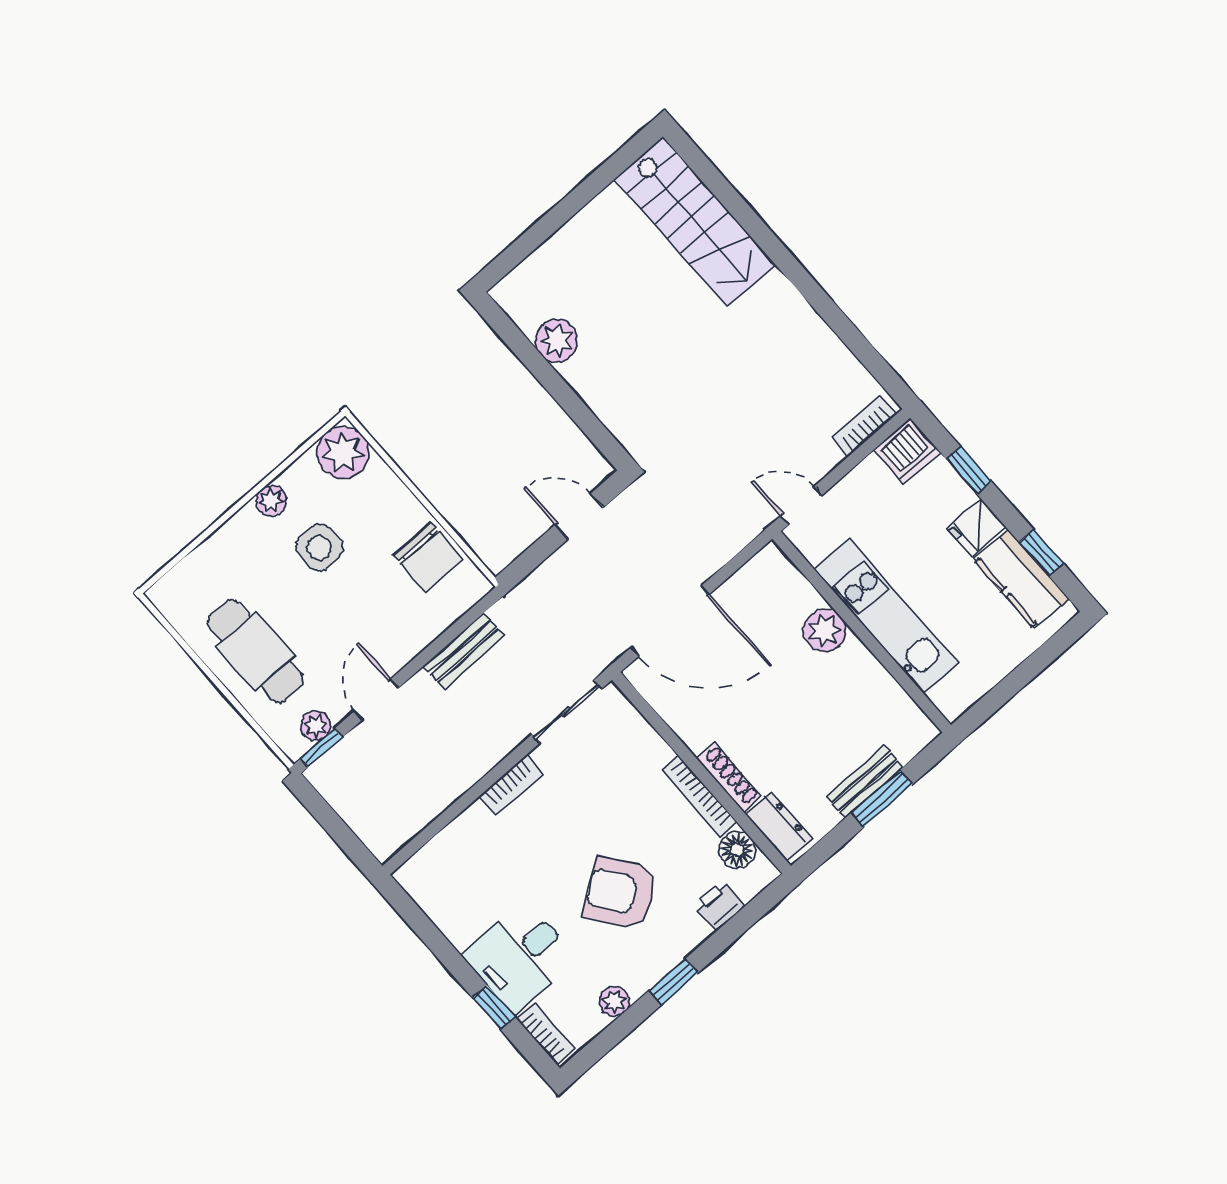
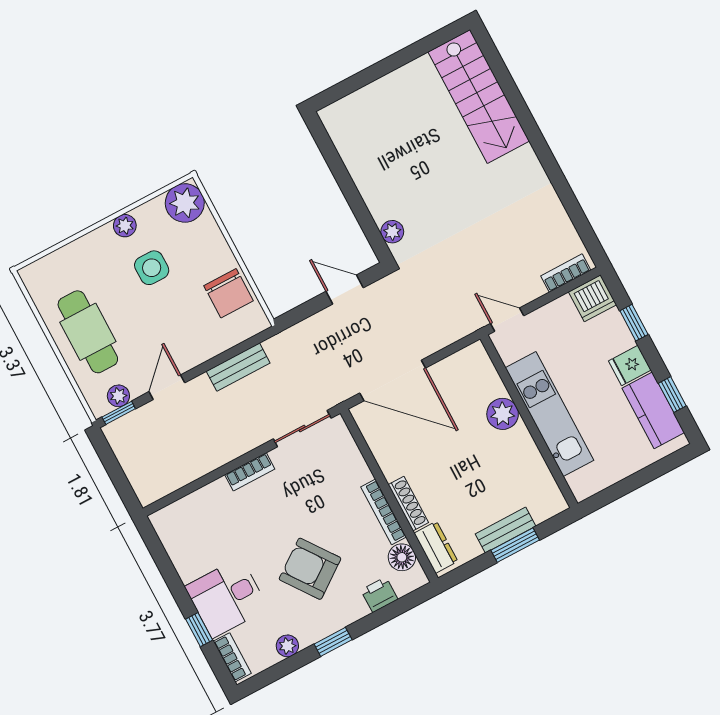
plant: (557, 341) -> (392, 232), moved, width x0.73, depth x0.73

